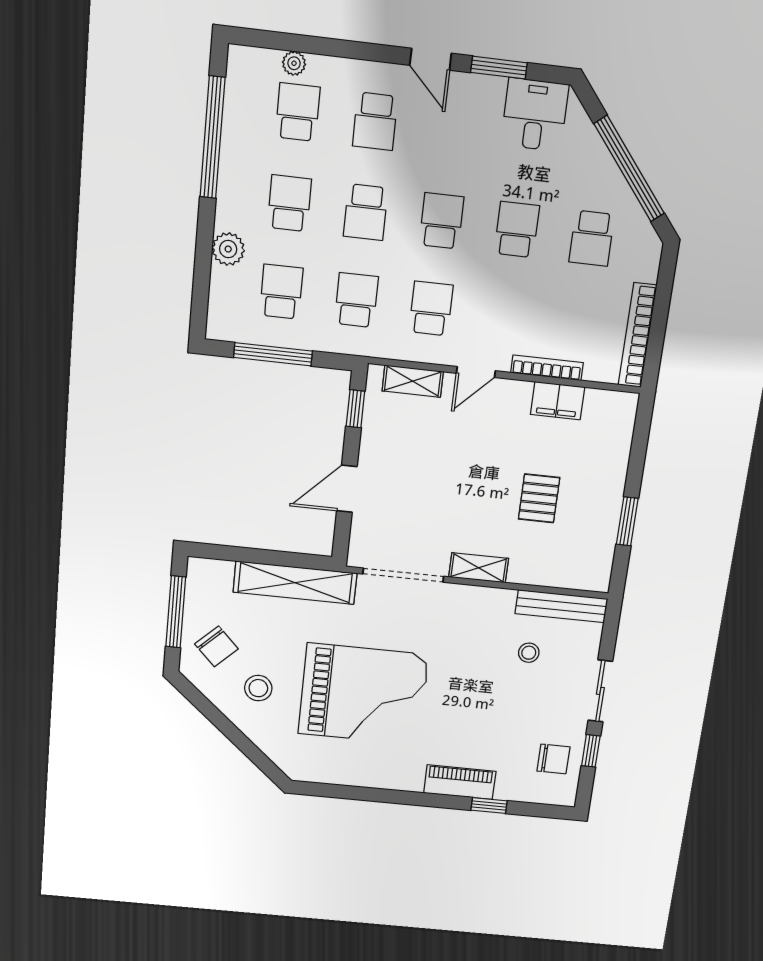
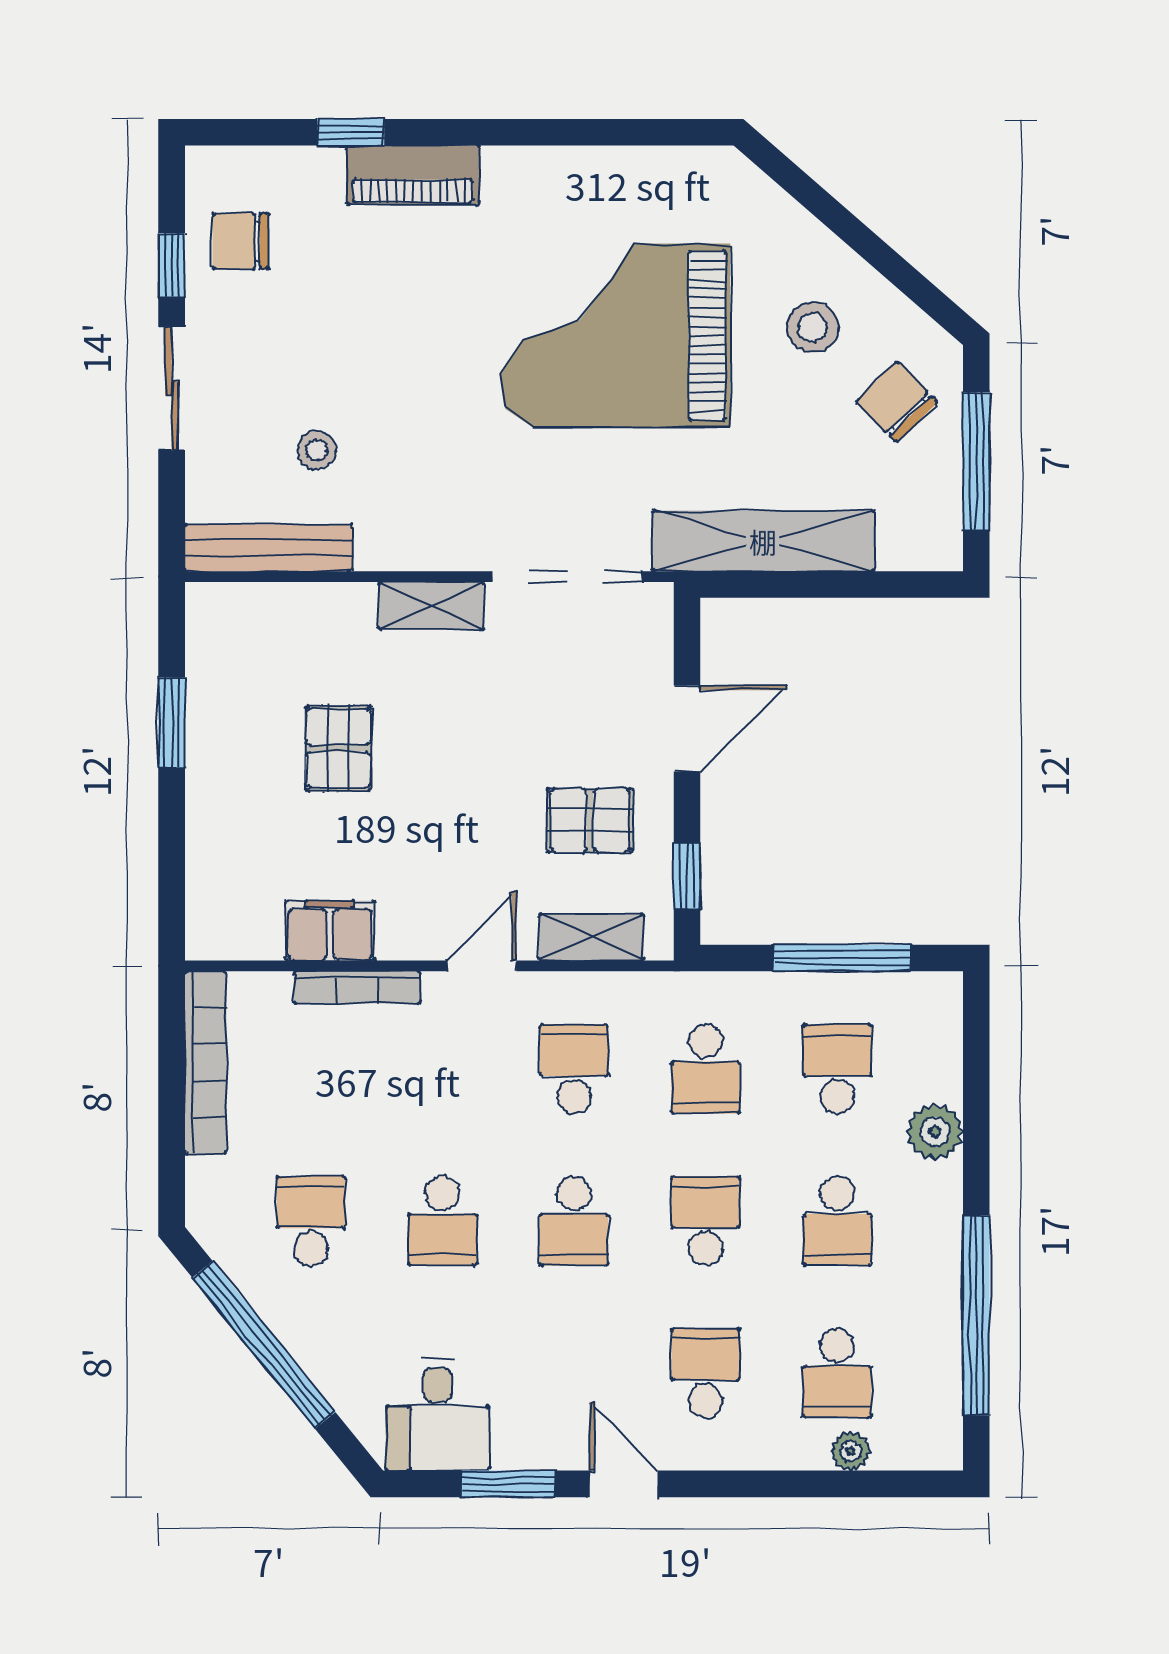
school desk: (281, 292) -> (837, 1069), turned 180
school desk: (431, 309) -> (574, 1069), turned 180
pallet: (406, 445) -> (590, 820), added

